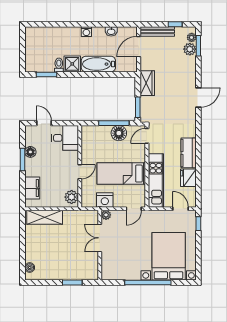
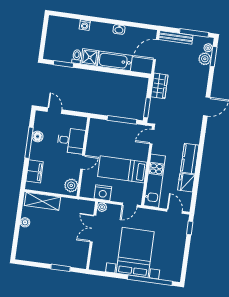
window: (175, 24) -> (194, 33), width x2.17
washbasin: (111, 31) -> (119, 29), moved
washing machine: (86, 32) -> (85, 25), moved
floor lamp: (119, 133) -> (125, 130), removed
desk: (65, 138) -> (71, 141), moved
window: (22, 160) -> (29, 143), width x1.44
bed with nightstands: (169, 256) -> (135, 252), moved
boiler: (30, 267) -> (25, 222), moved
window: (148, 283) -> (150, 280), moved

